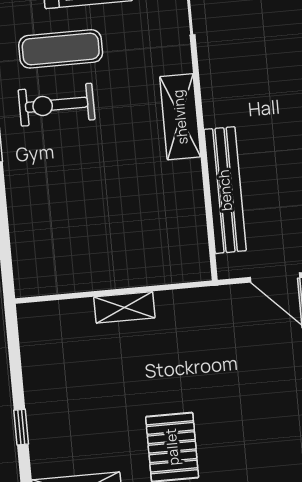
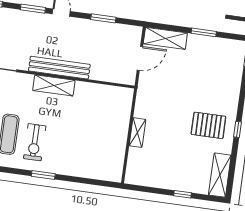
bench: (225, 190) -> (59, 68), moved

